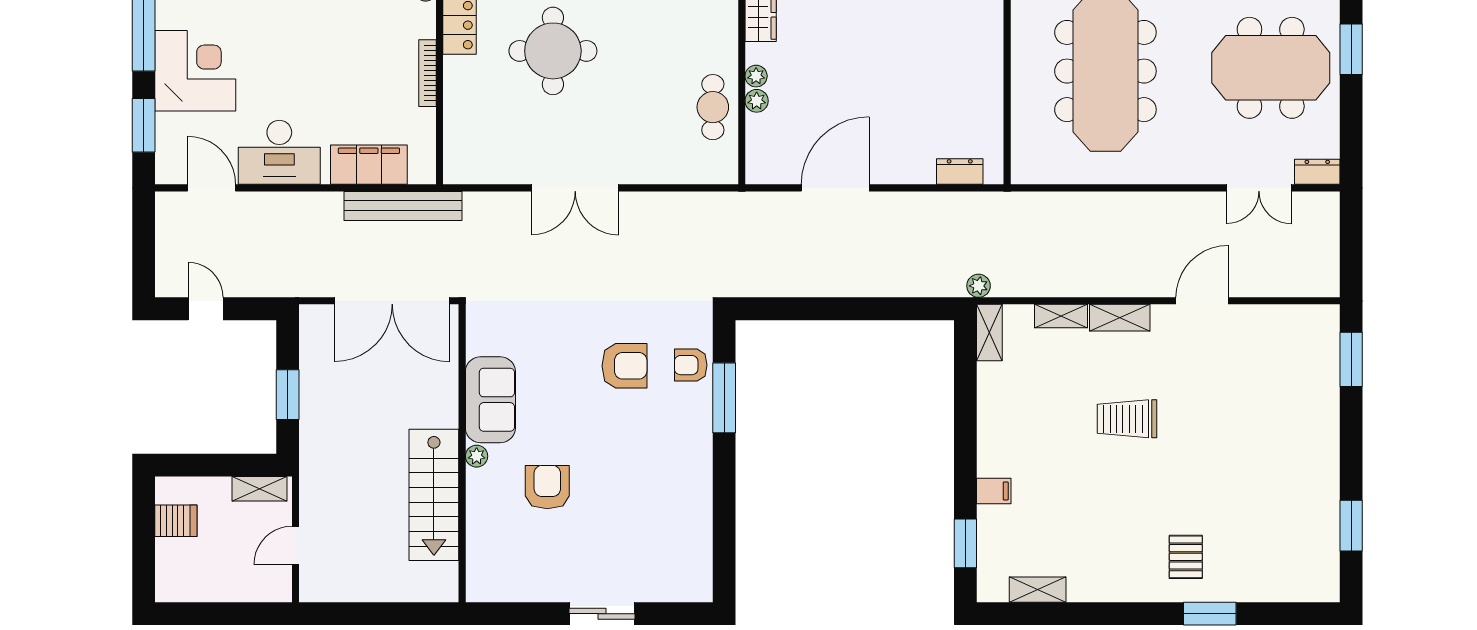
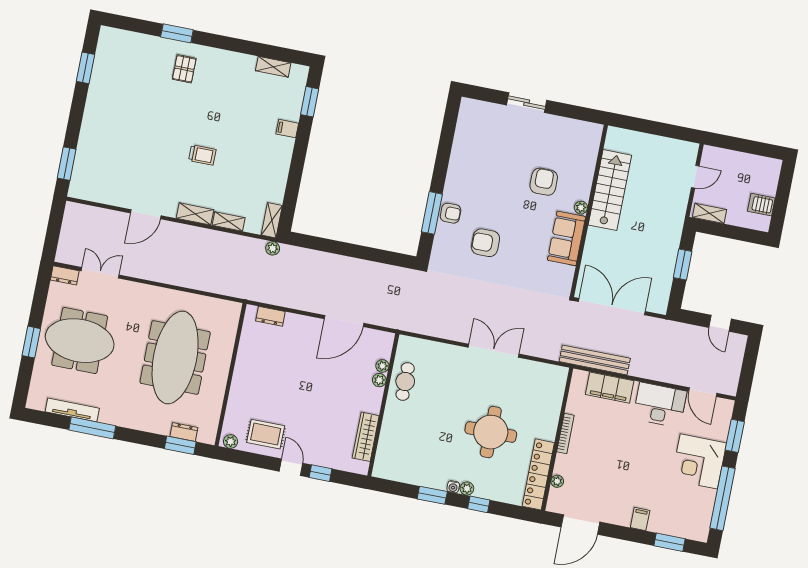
plant: (756, 76) -> (382, 366), moved
armchair: (691, 365) -> (451, 213), moved
trolley: (1127, 419) -> (202, 155), width x0.73, depth x0.72
armchair: (547, 487) -> (544, 182), turned 180

